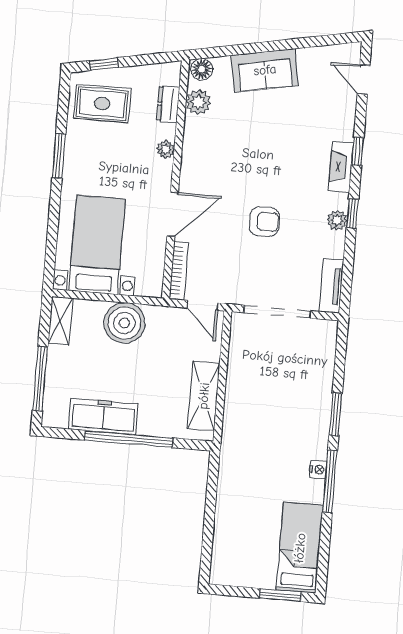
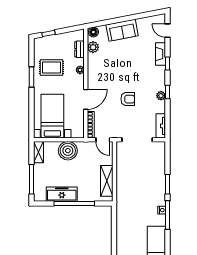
rug: (102, 104) -> (51, 67), moved
fireplace: (341, 167) -> (161, 54), moved

